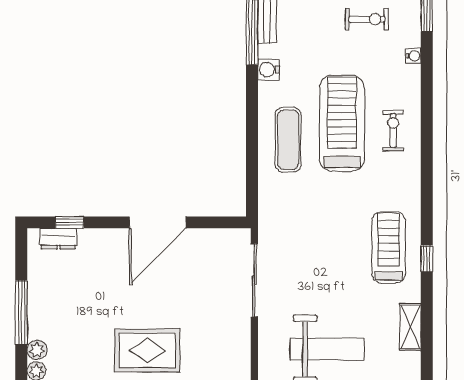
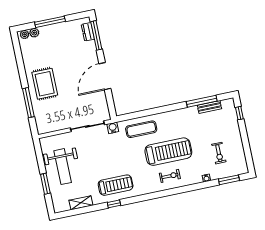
water cooler: (268, 70) -> (113, 128), moved
exercise mat: (288, 140) -> (141, 129), moved
window: (69, 222) -> (96, 35), width x2.17
door: (158, 222) -> (105, 76), hinge flipped

